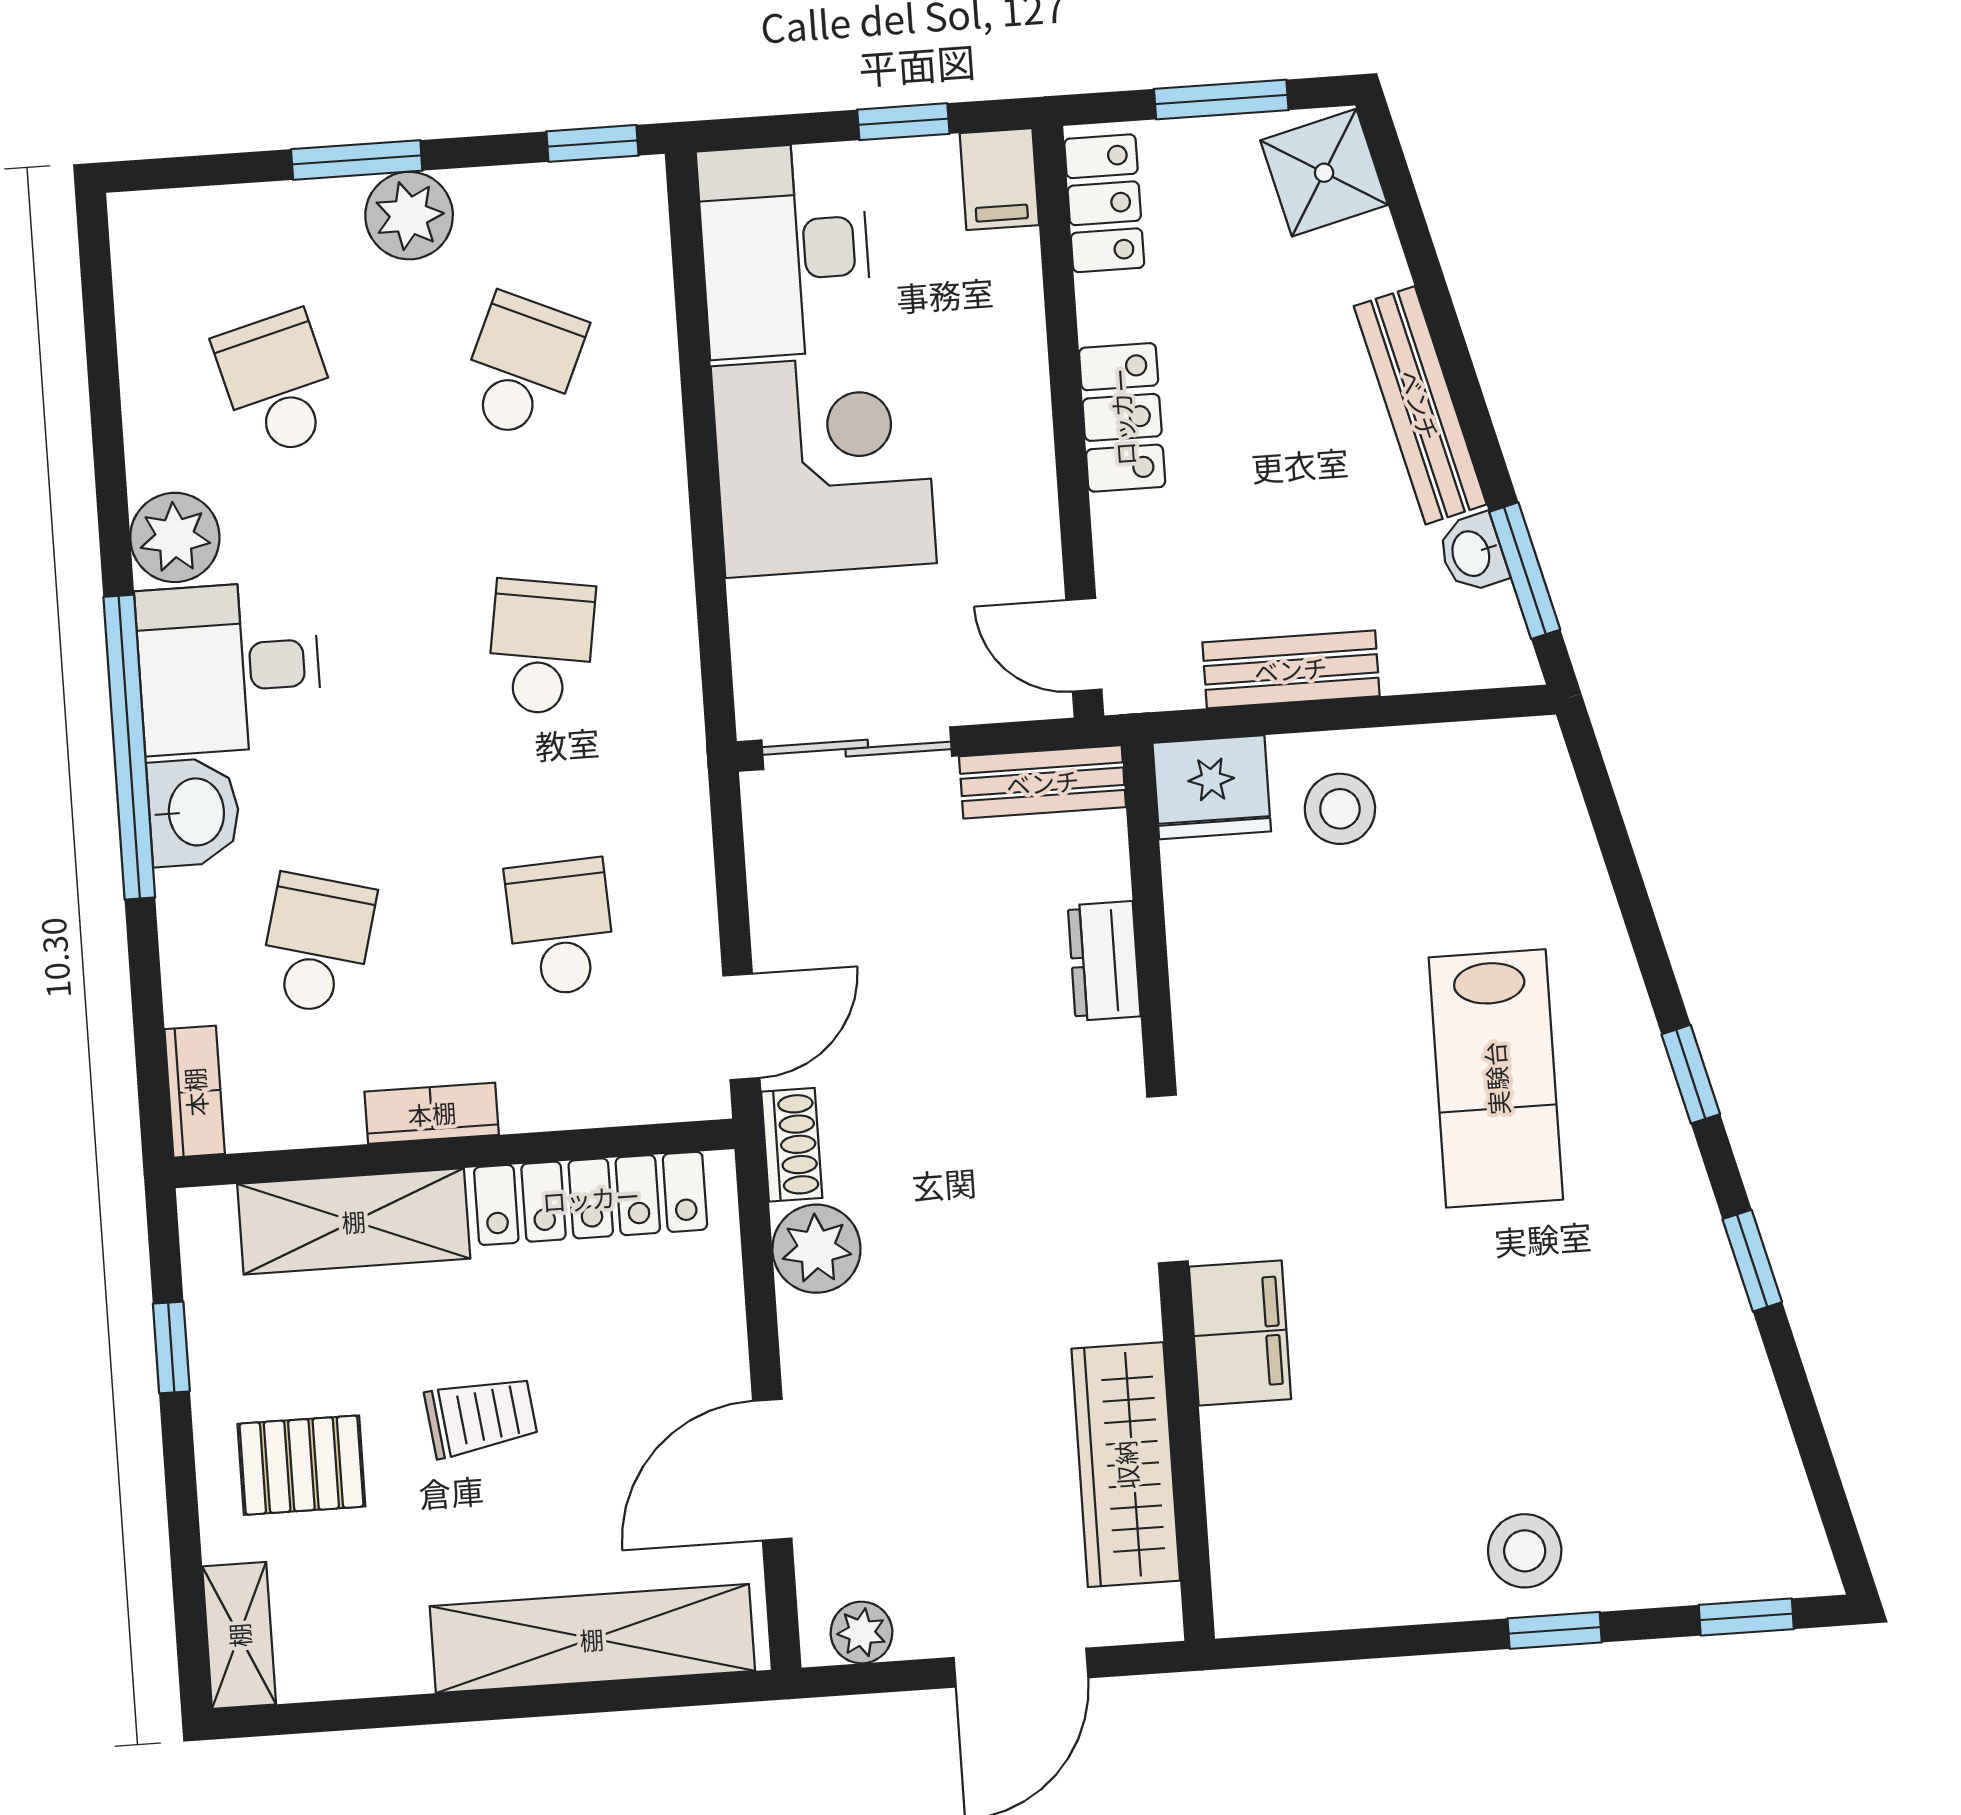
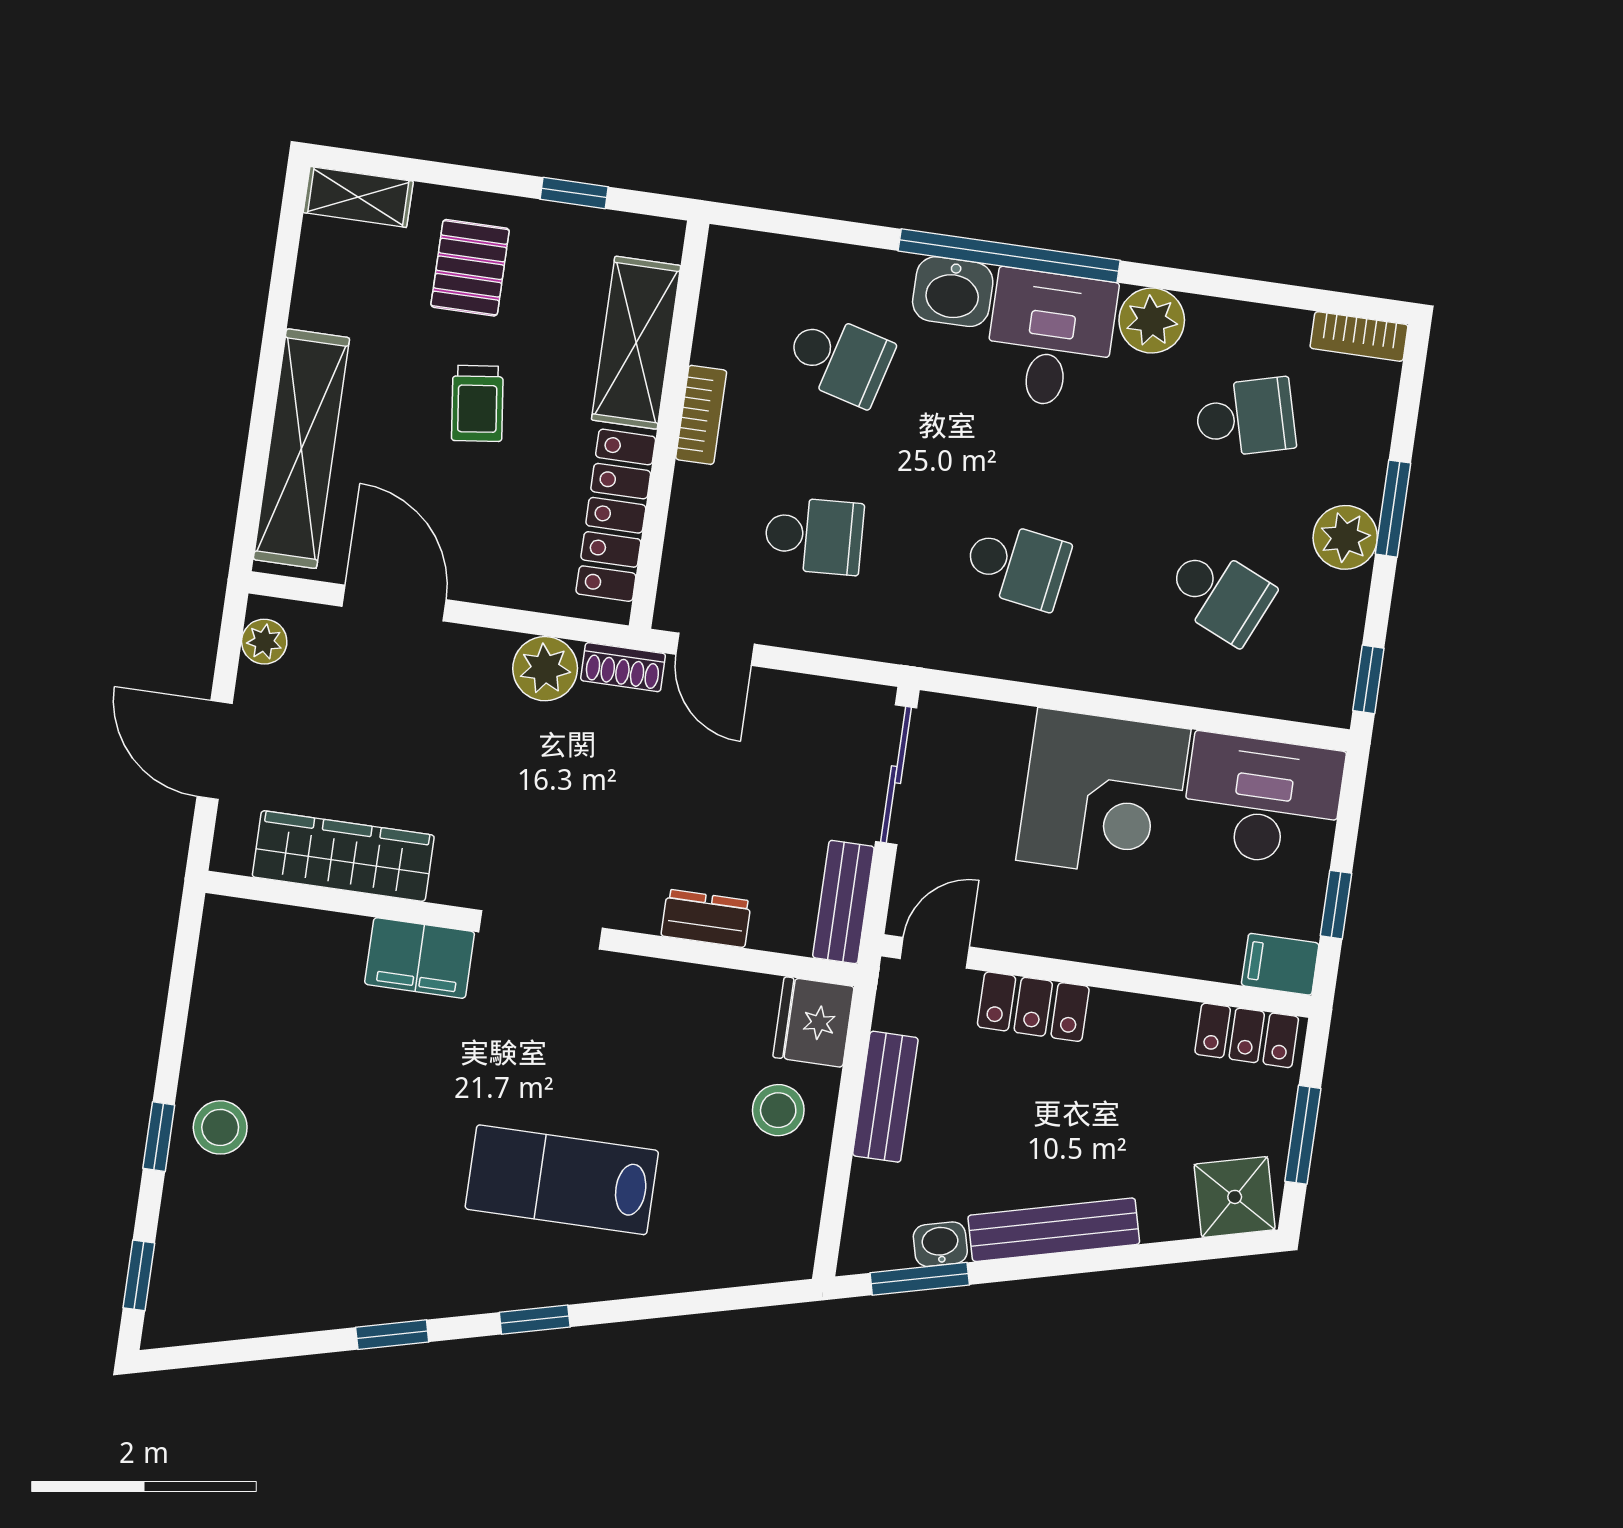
locker: (1122, 417) -> (1033, 1007), moved
bookcase: (195, 1092) -> (1359, 336), moved

